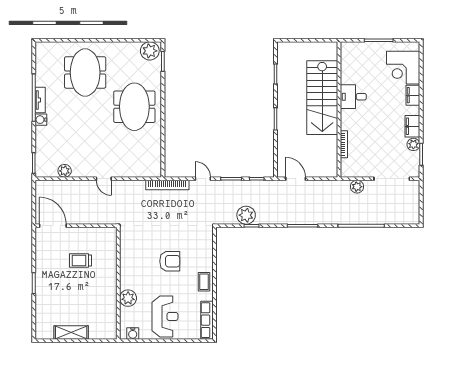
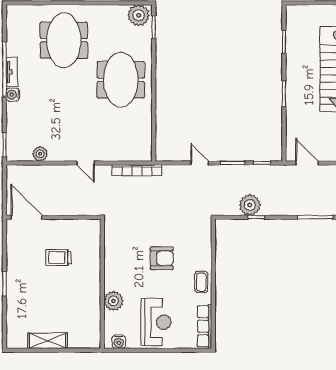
bookcase: (167, 185) -> (137, 170), moved

